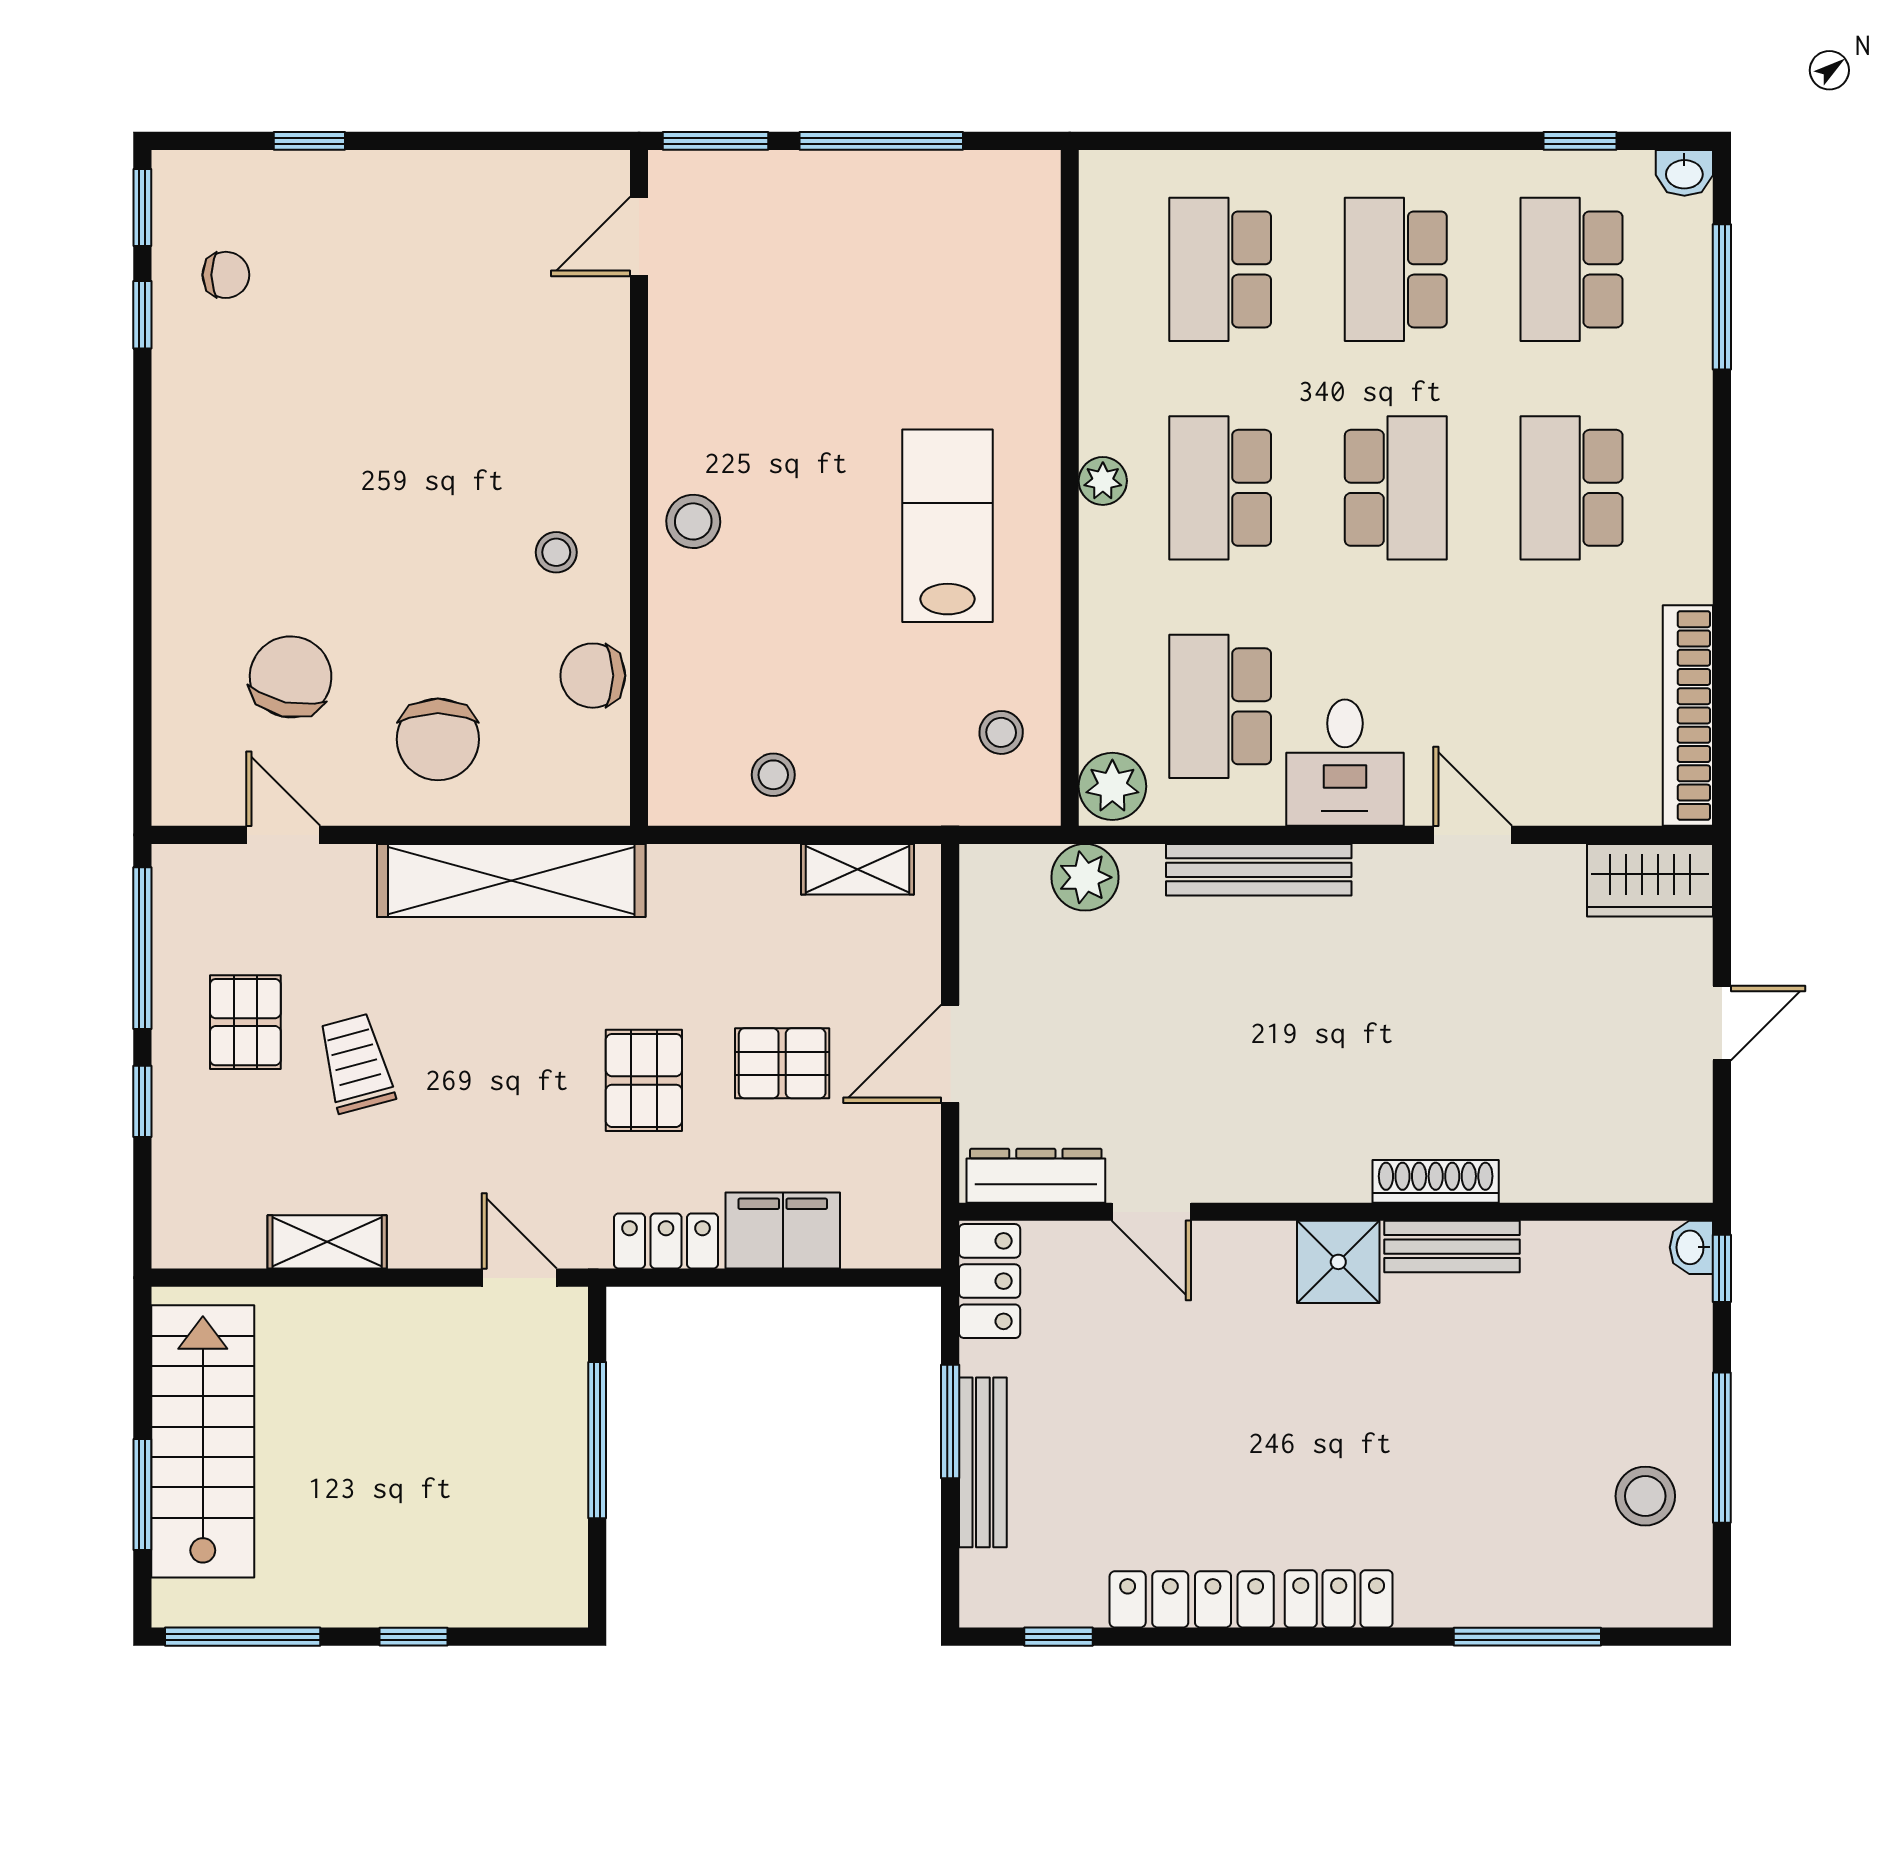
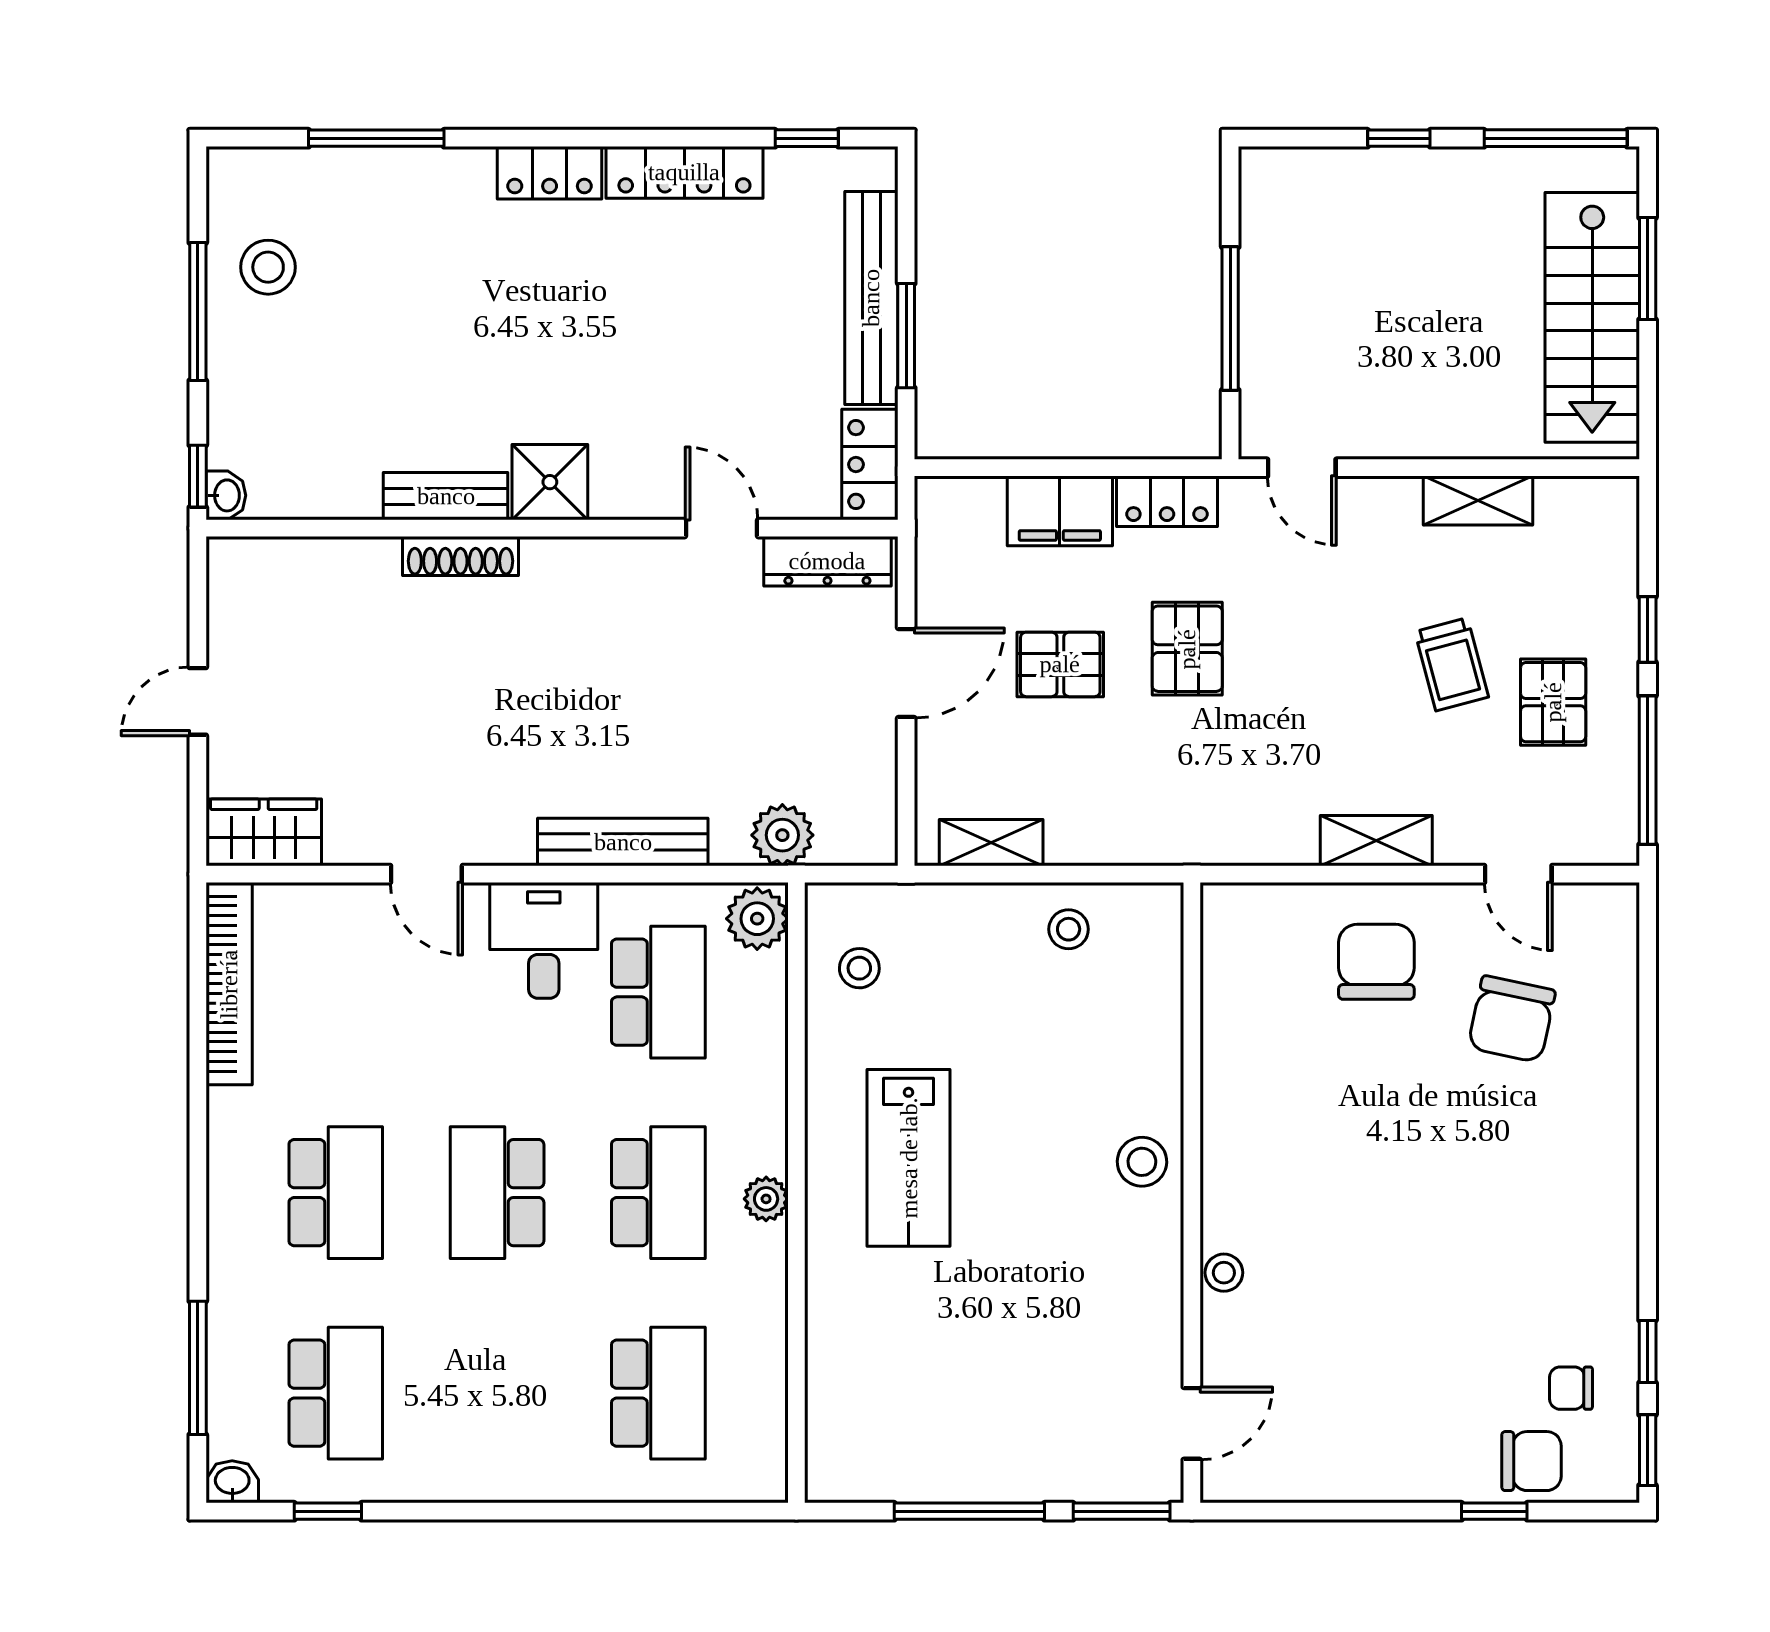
school desk: (1396, 269) -> (497, 1393), removed
stool: (556, 552) -> (1224, 1273), moved
chair: (593, 676) -> (1531, 1461), moved
shelving: (511, 880) -> (1376, 841), width x0.45, depth x0.75
bench: (983, 1462) -> (871, 298), width x1.37, depth x1.21

